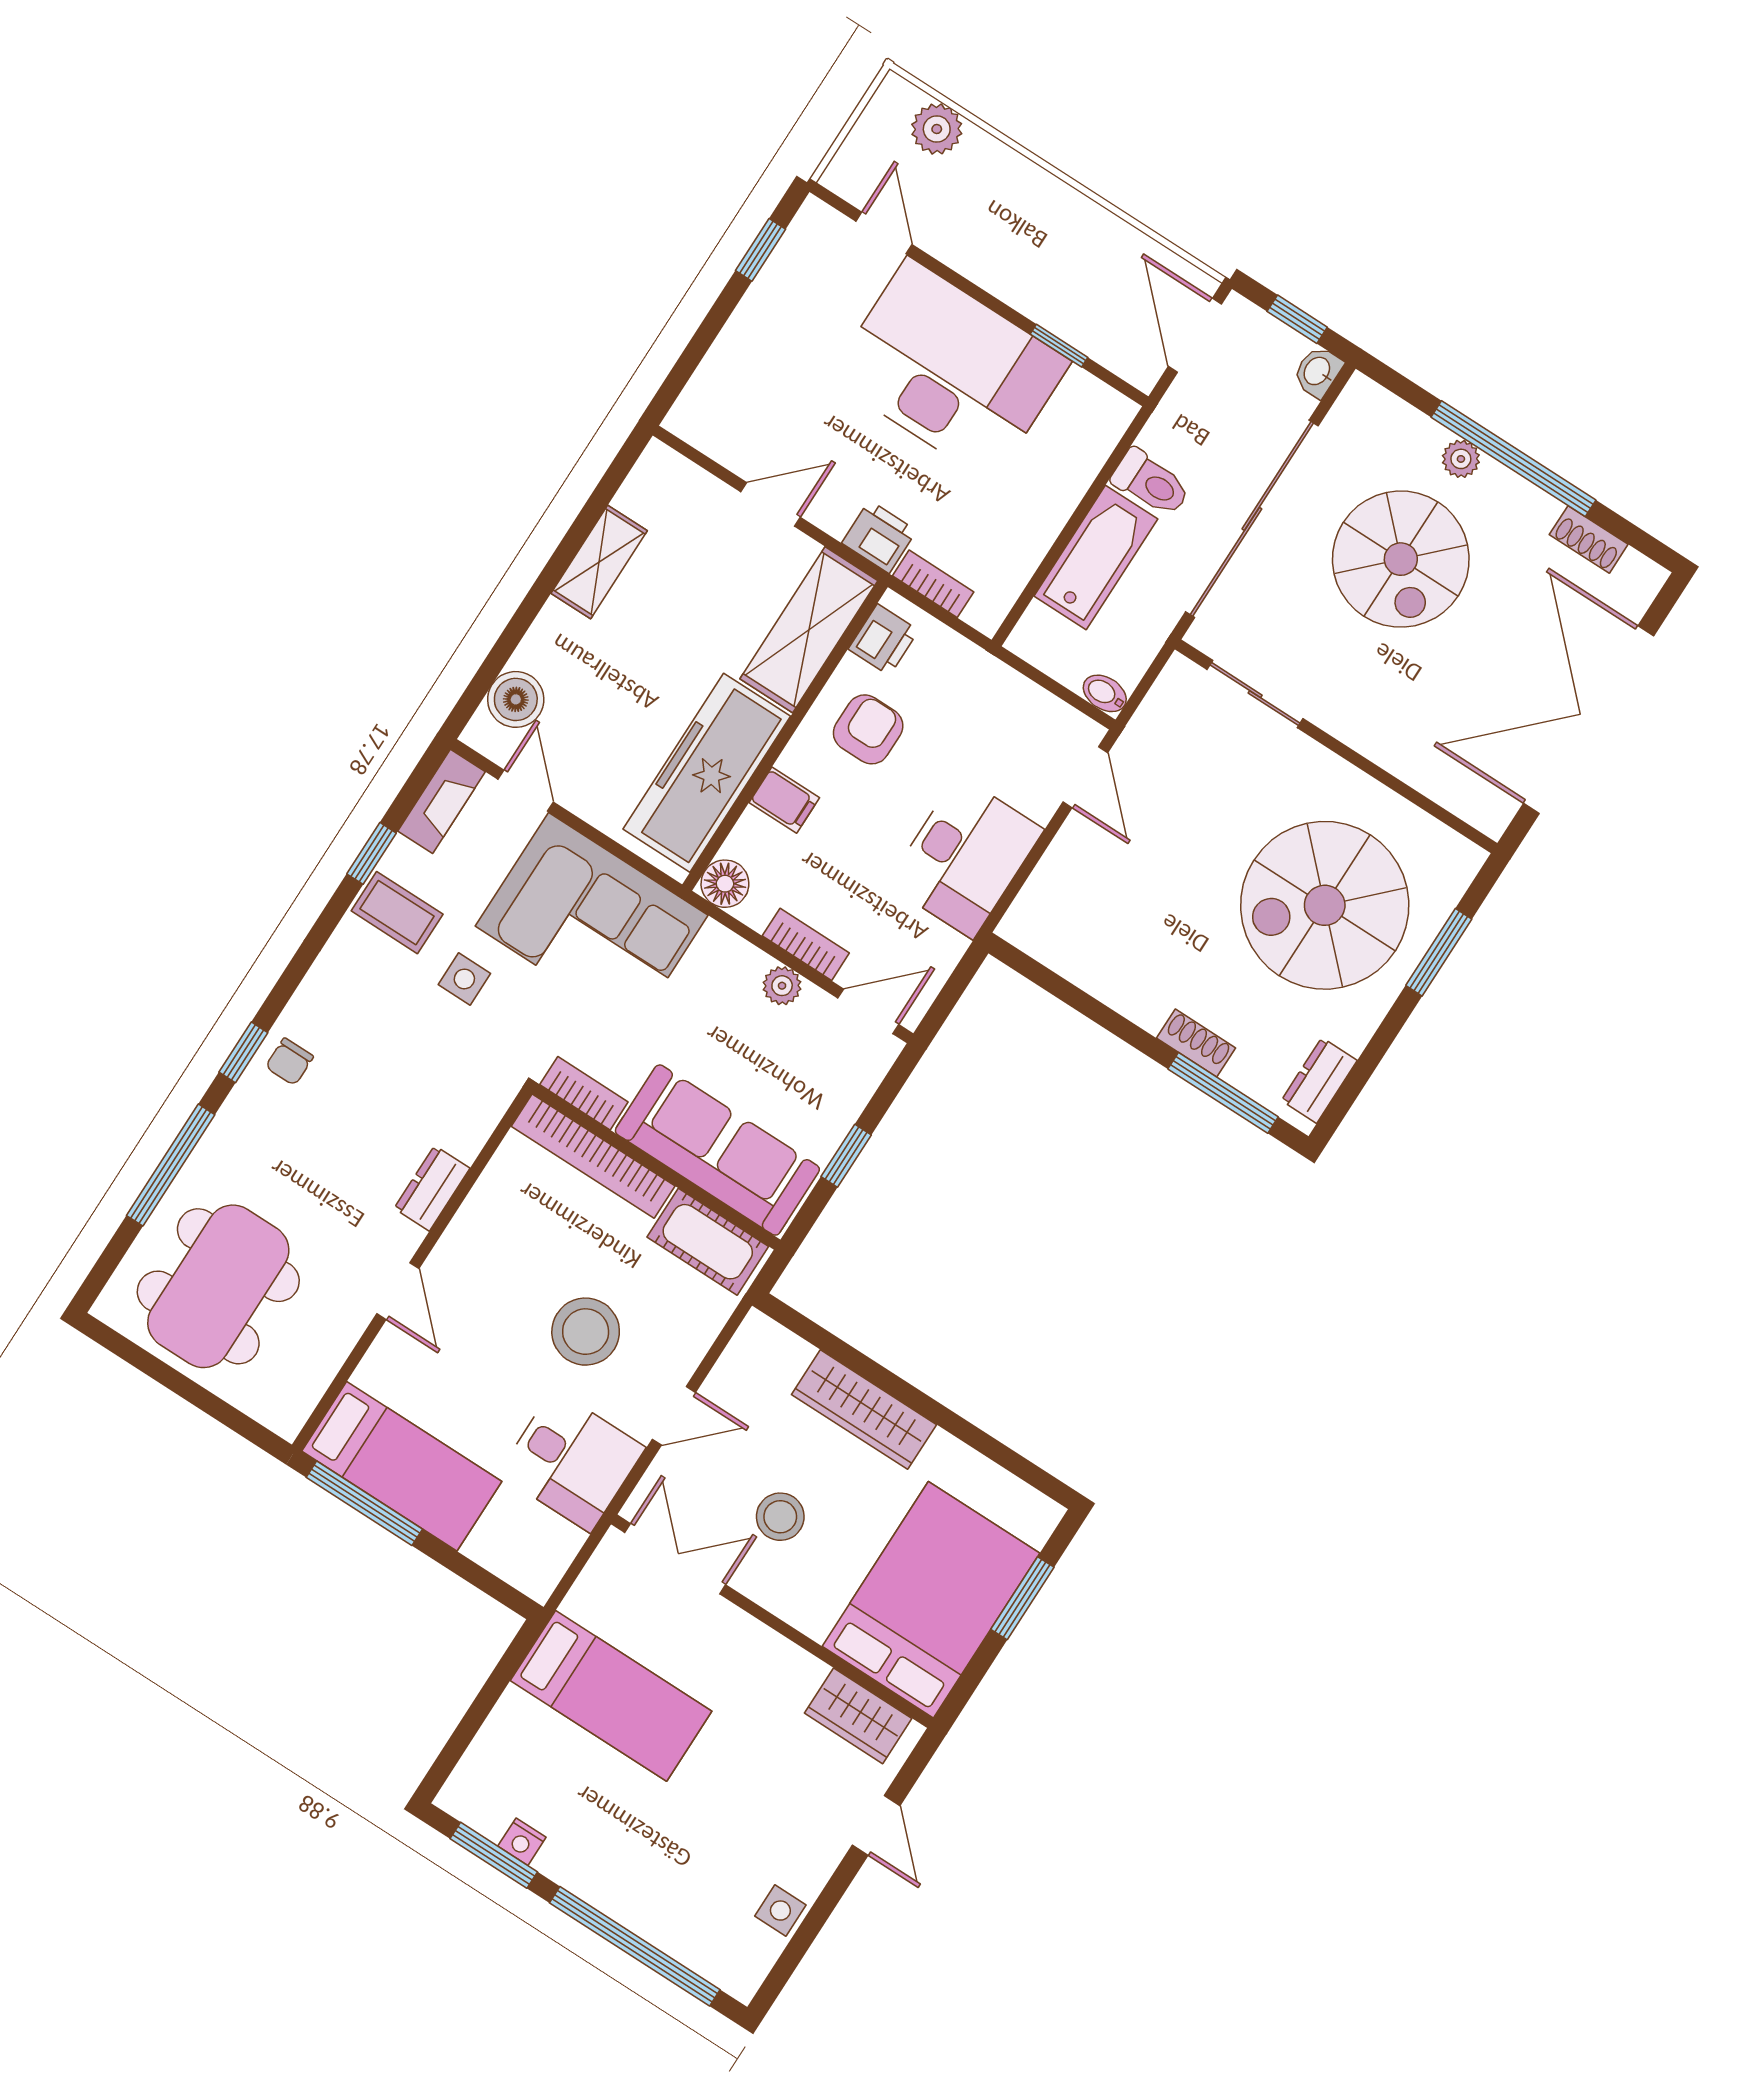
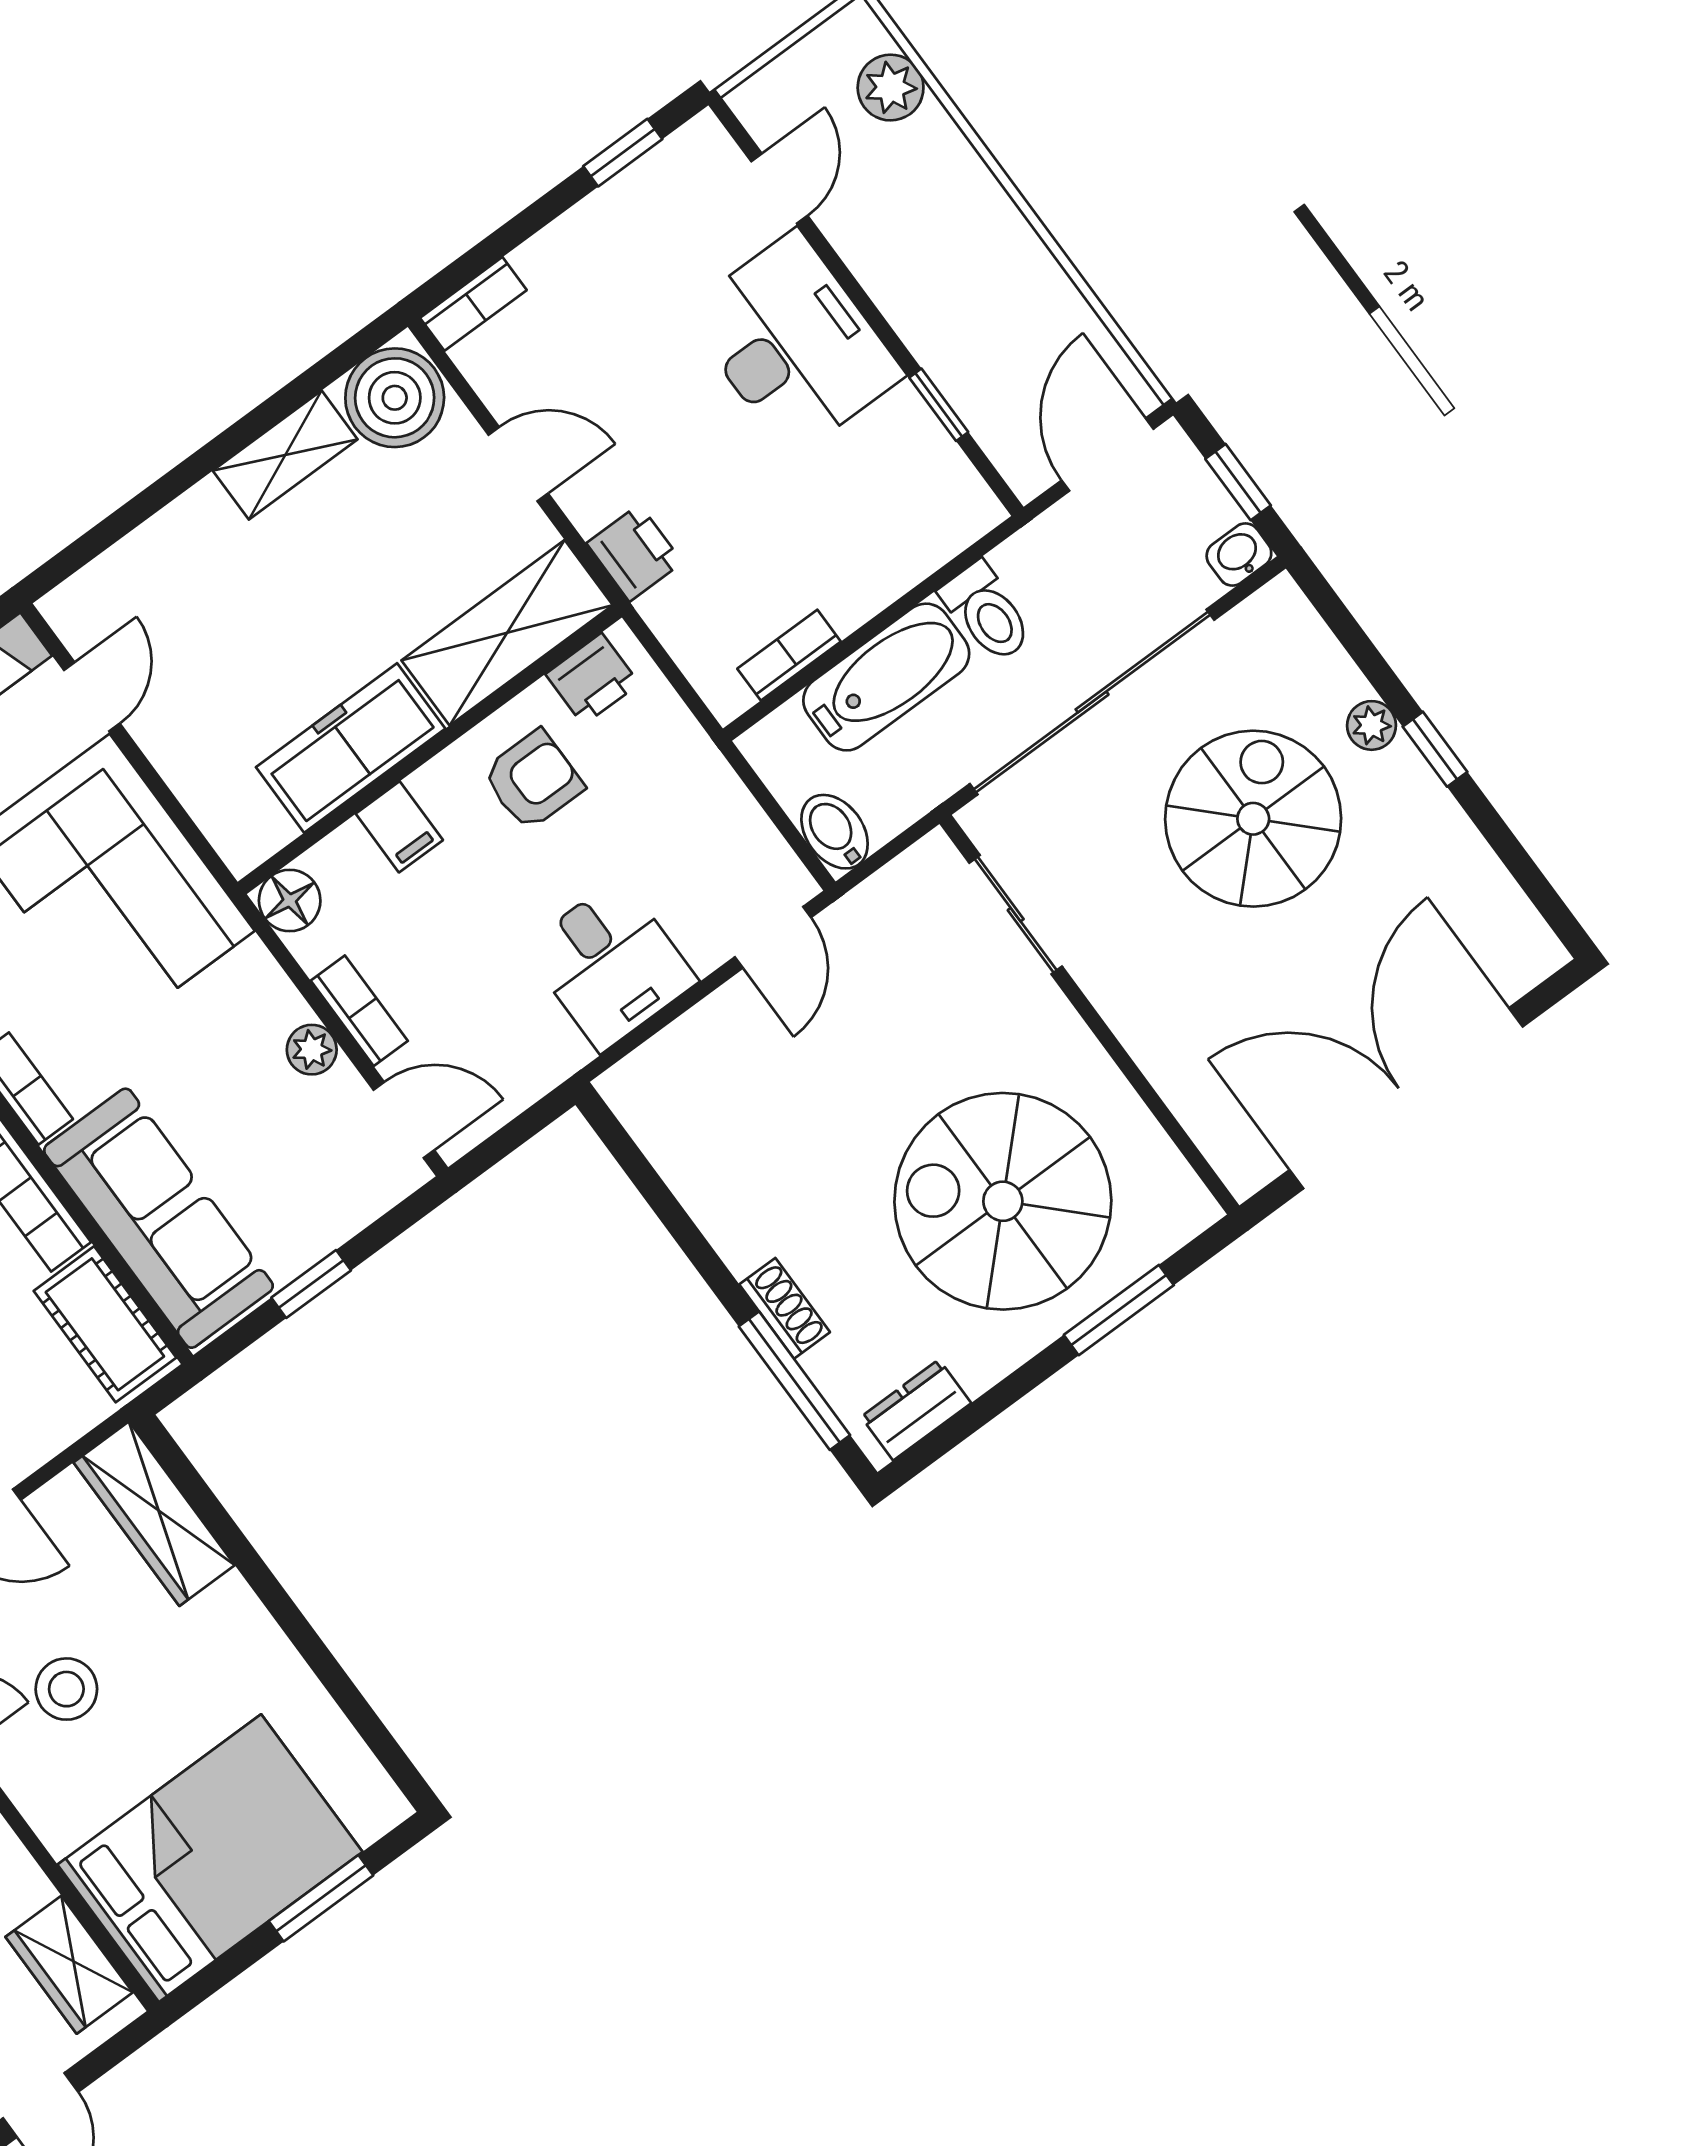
desk: (950, 370) -> (794, 344), width x0.73, depth x0.77
bookcase: (694, 401) -> (473, 304), added
window: (1513, 459) -> (1435, 749), width x0.32
shoe rack: (1589, 539) -> (1489, 881), removed
spiral stairs: (1401, 559) -> (1253, 819), turned 180
bookcase: (933, 584) -> (789, 655), moved, turned -90
bidet: (1105, 693) -> (835, 832), width x1.38, depth x1.36
boiler: (516, 699) -> (395, 398), moved, width x1.37, depth x1.37
freezer: (707, 773) -> (351, 748), width x0.73, depth x0.79
desk: (965, 857) -> (610, 964), width x0.73
wardrobe: (864, 1410) -> (154, 1514), moved

